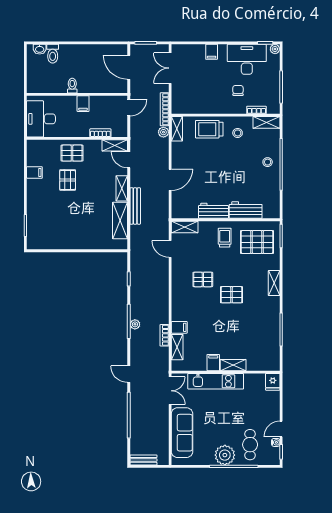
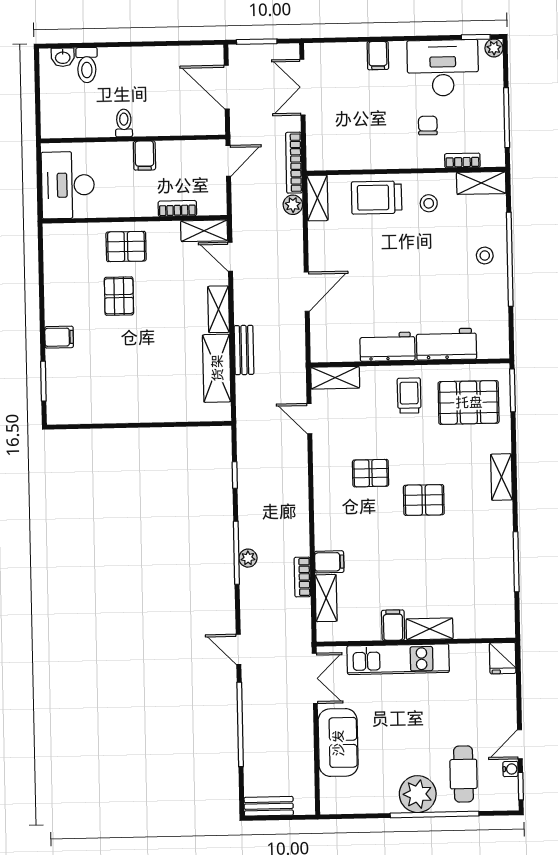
filing cabinet: (34, 172) -> (59, 337), moved
bench: (135, 206) -> (244, 350), width x0.73
sofa: (182, 433) -> (338, 743), width x0.73

